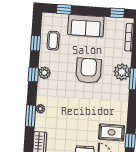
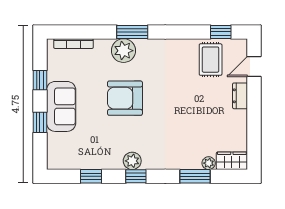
window: (64, 9) -> (40, 122), moved
window: (117, 13) -> (40, 80), moved
coffee table: (53, 41) -> (86, 151), removed
plant: (40, 109) -> (209, 163), moved

